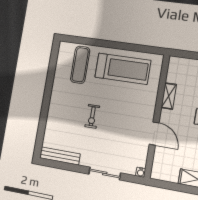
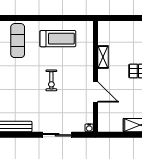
treadmill: (123, 69) -> (58, 39), width x0.73, depth x0.73
exercise bike: (92, 116) -> (51, 80), moved

